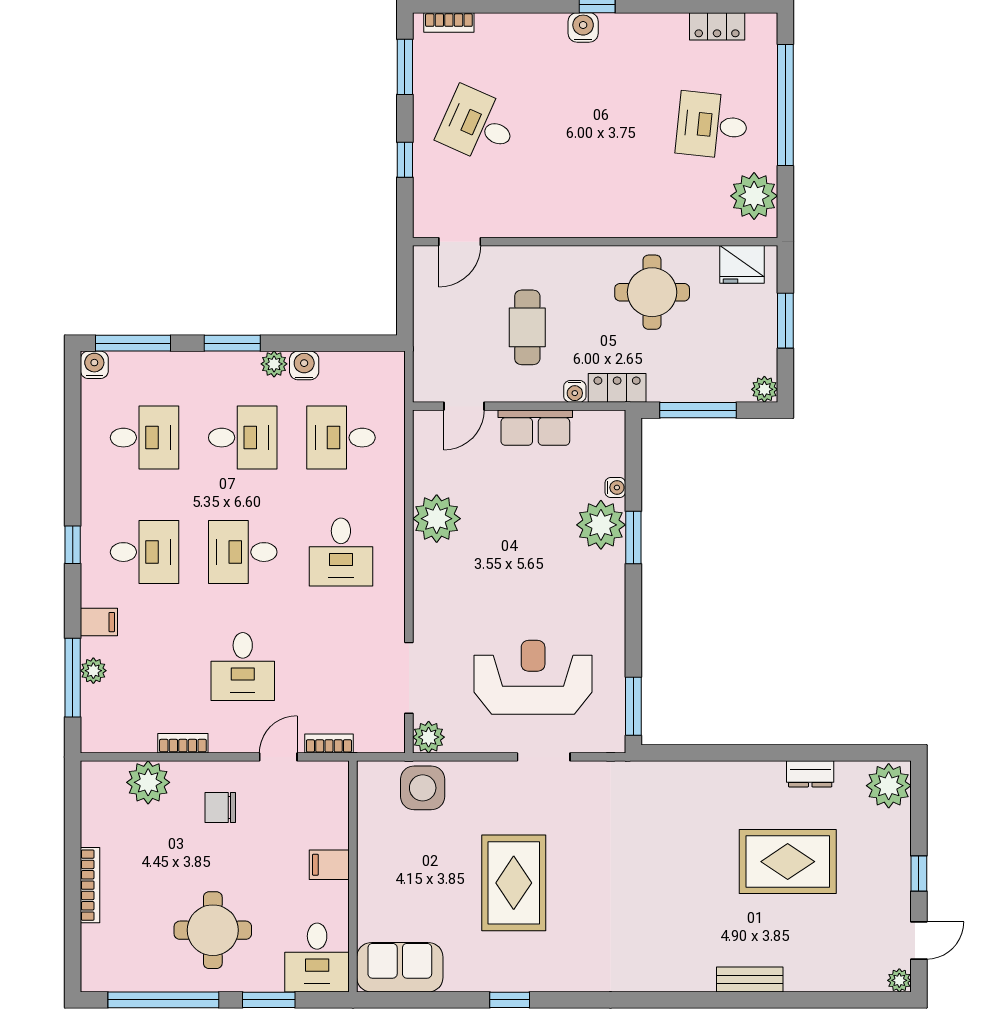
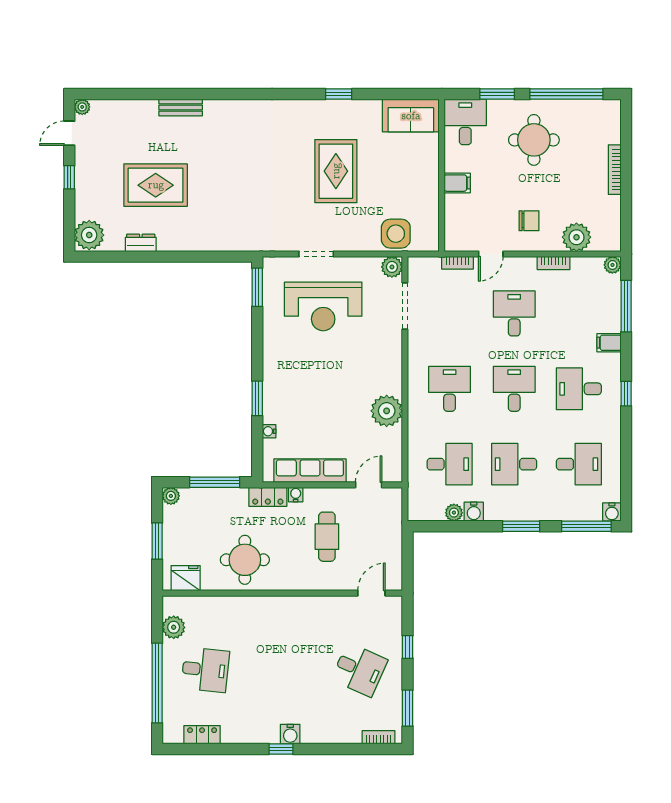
plant: (754, 196) -> (174, 627), width x0.73, depth x0.73
plant: (274, 364) -> (454, 513), moved
row of seats: (535, 428) -> (310, 471), width x1.48
desk: (145, 438) -> (579, 464), turned 180
plant: (601, 525) -> (278, 407), removed
desk: (243, 552) -> (514, 389), turned -90
plant: (93, 671) -> (612, 265), moved

